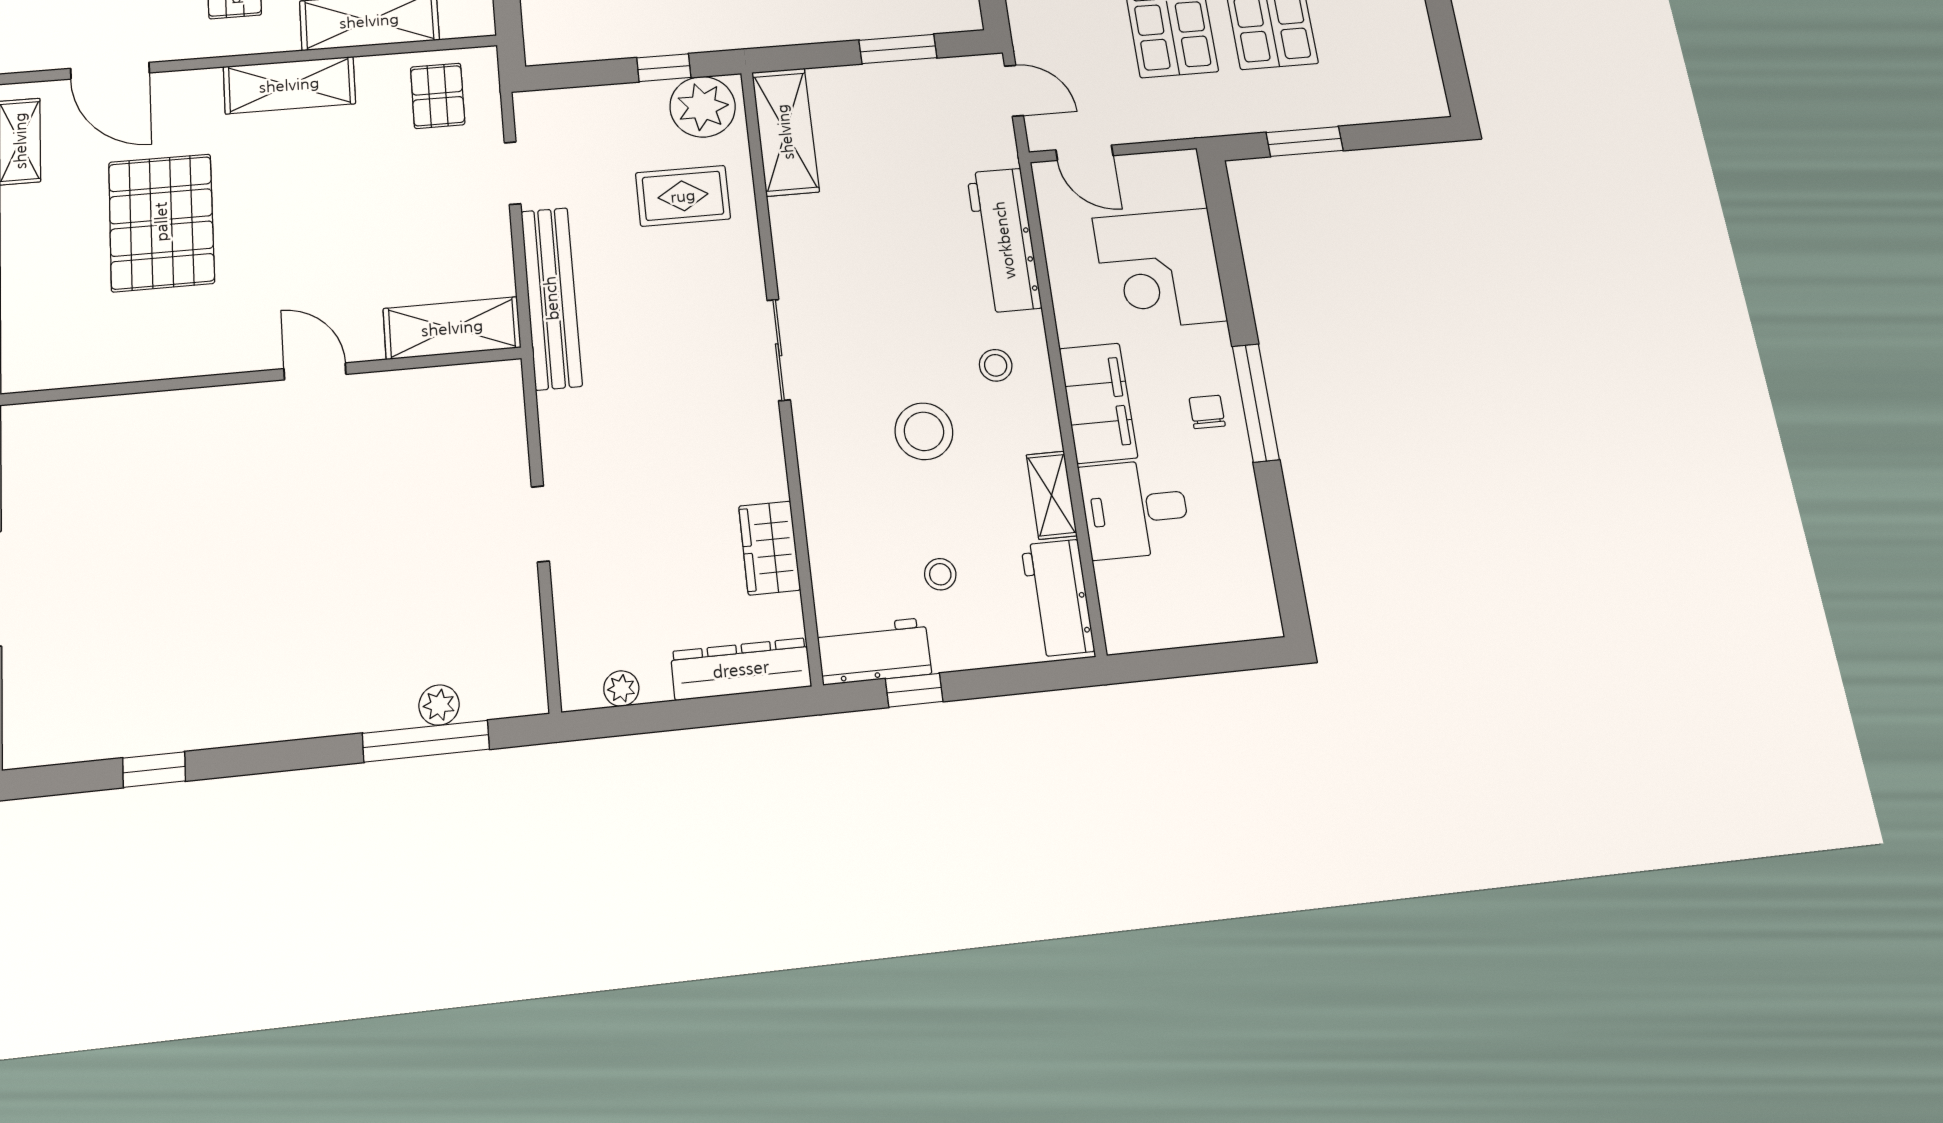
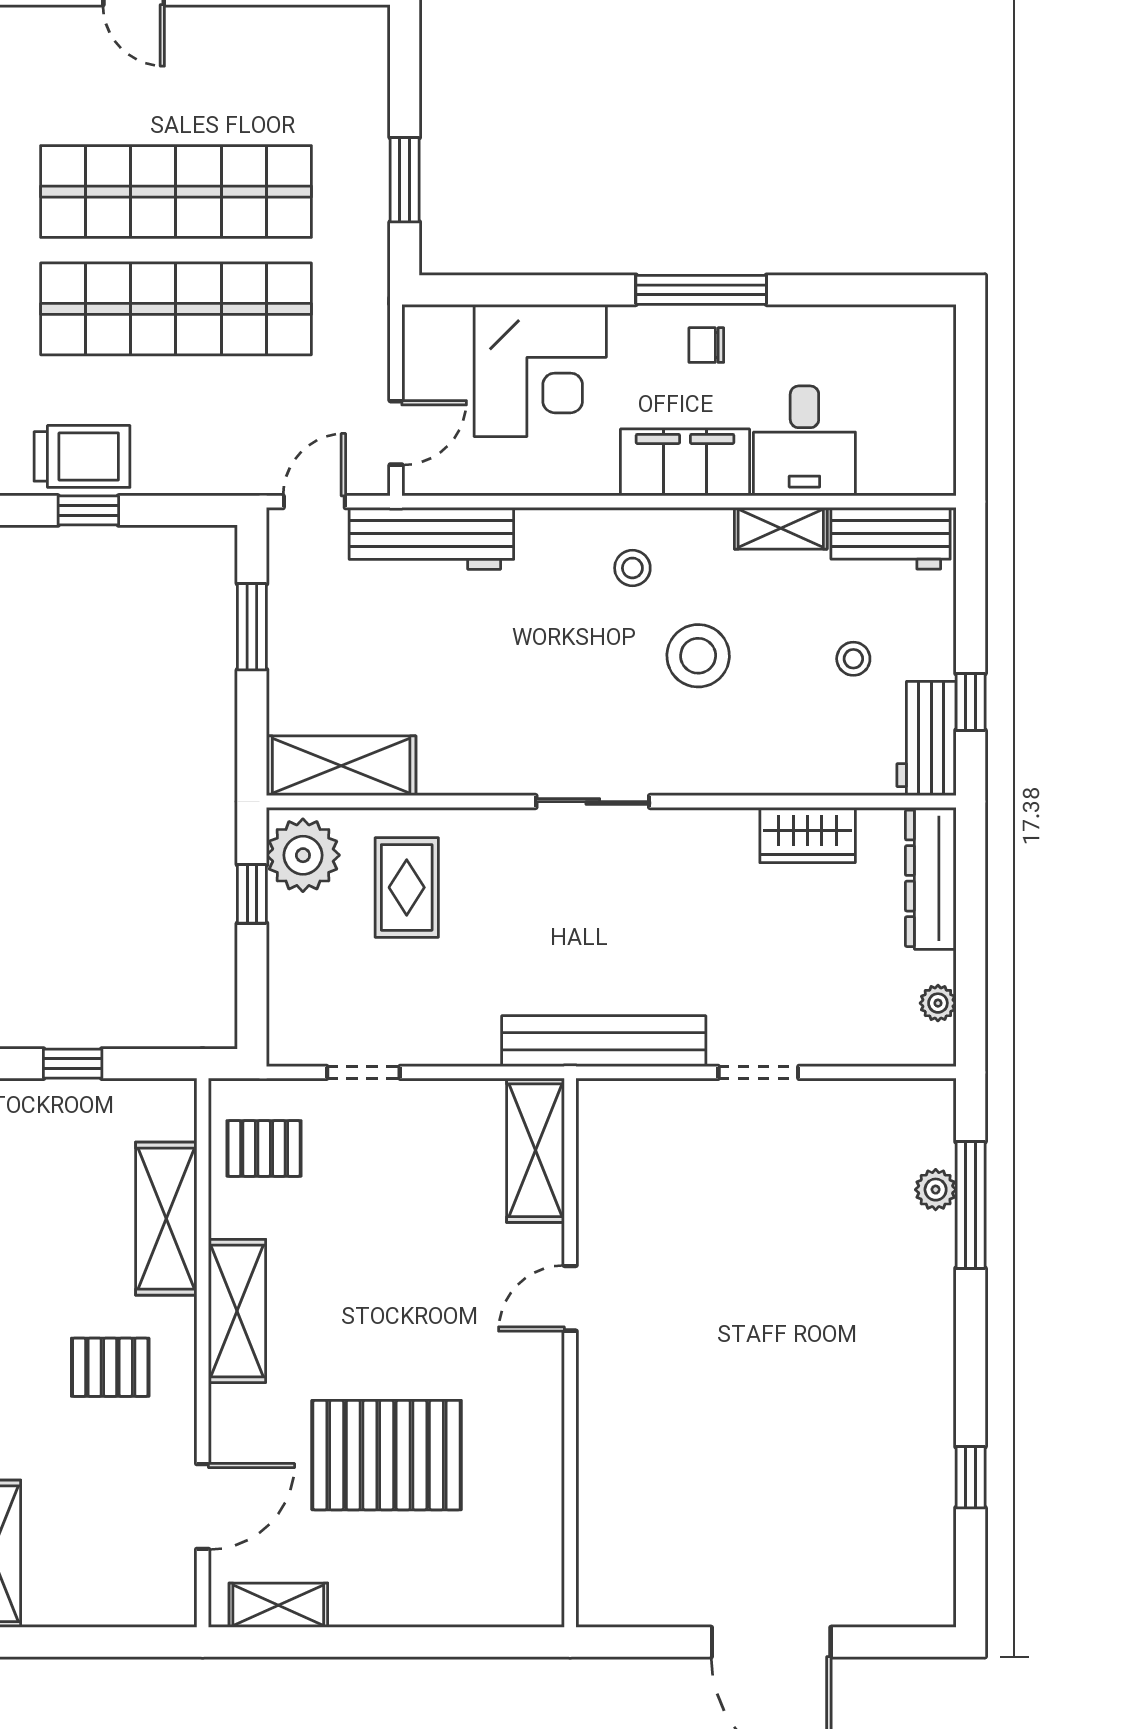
workbench: (1004, 240) -> (431, 538), moved
bench: (551, 298) -> (604, 1041), moved

